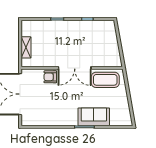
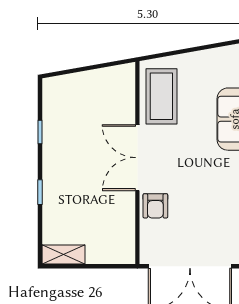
shelving: (26, 47) -> (63, 254), moved
double door: (75, 68) -> (137, 158), swing flipped

